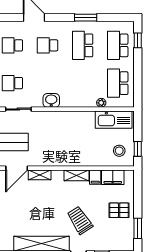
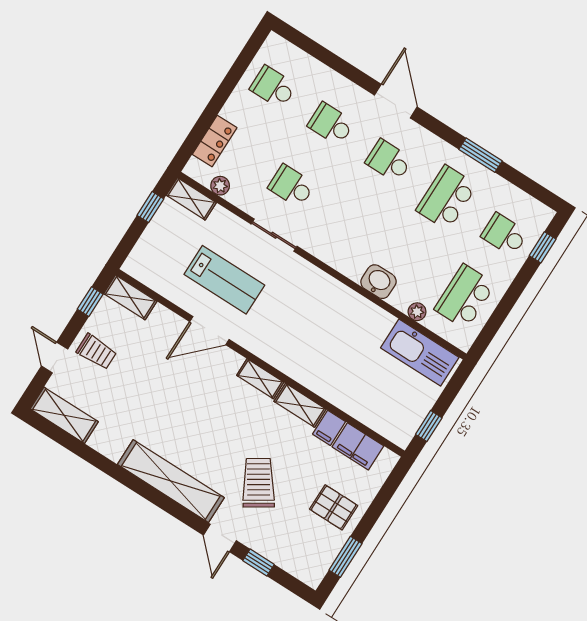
school desk: (118, 45) -> (504, 235), width x0.54
washbasin: (51, 100) -> (378, 282), moved
stool: (119, 151) -> (396, 409), removed
shelving: (40, 175) -> (260, 379), moved

